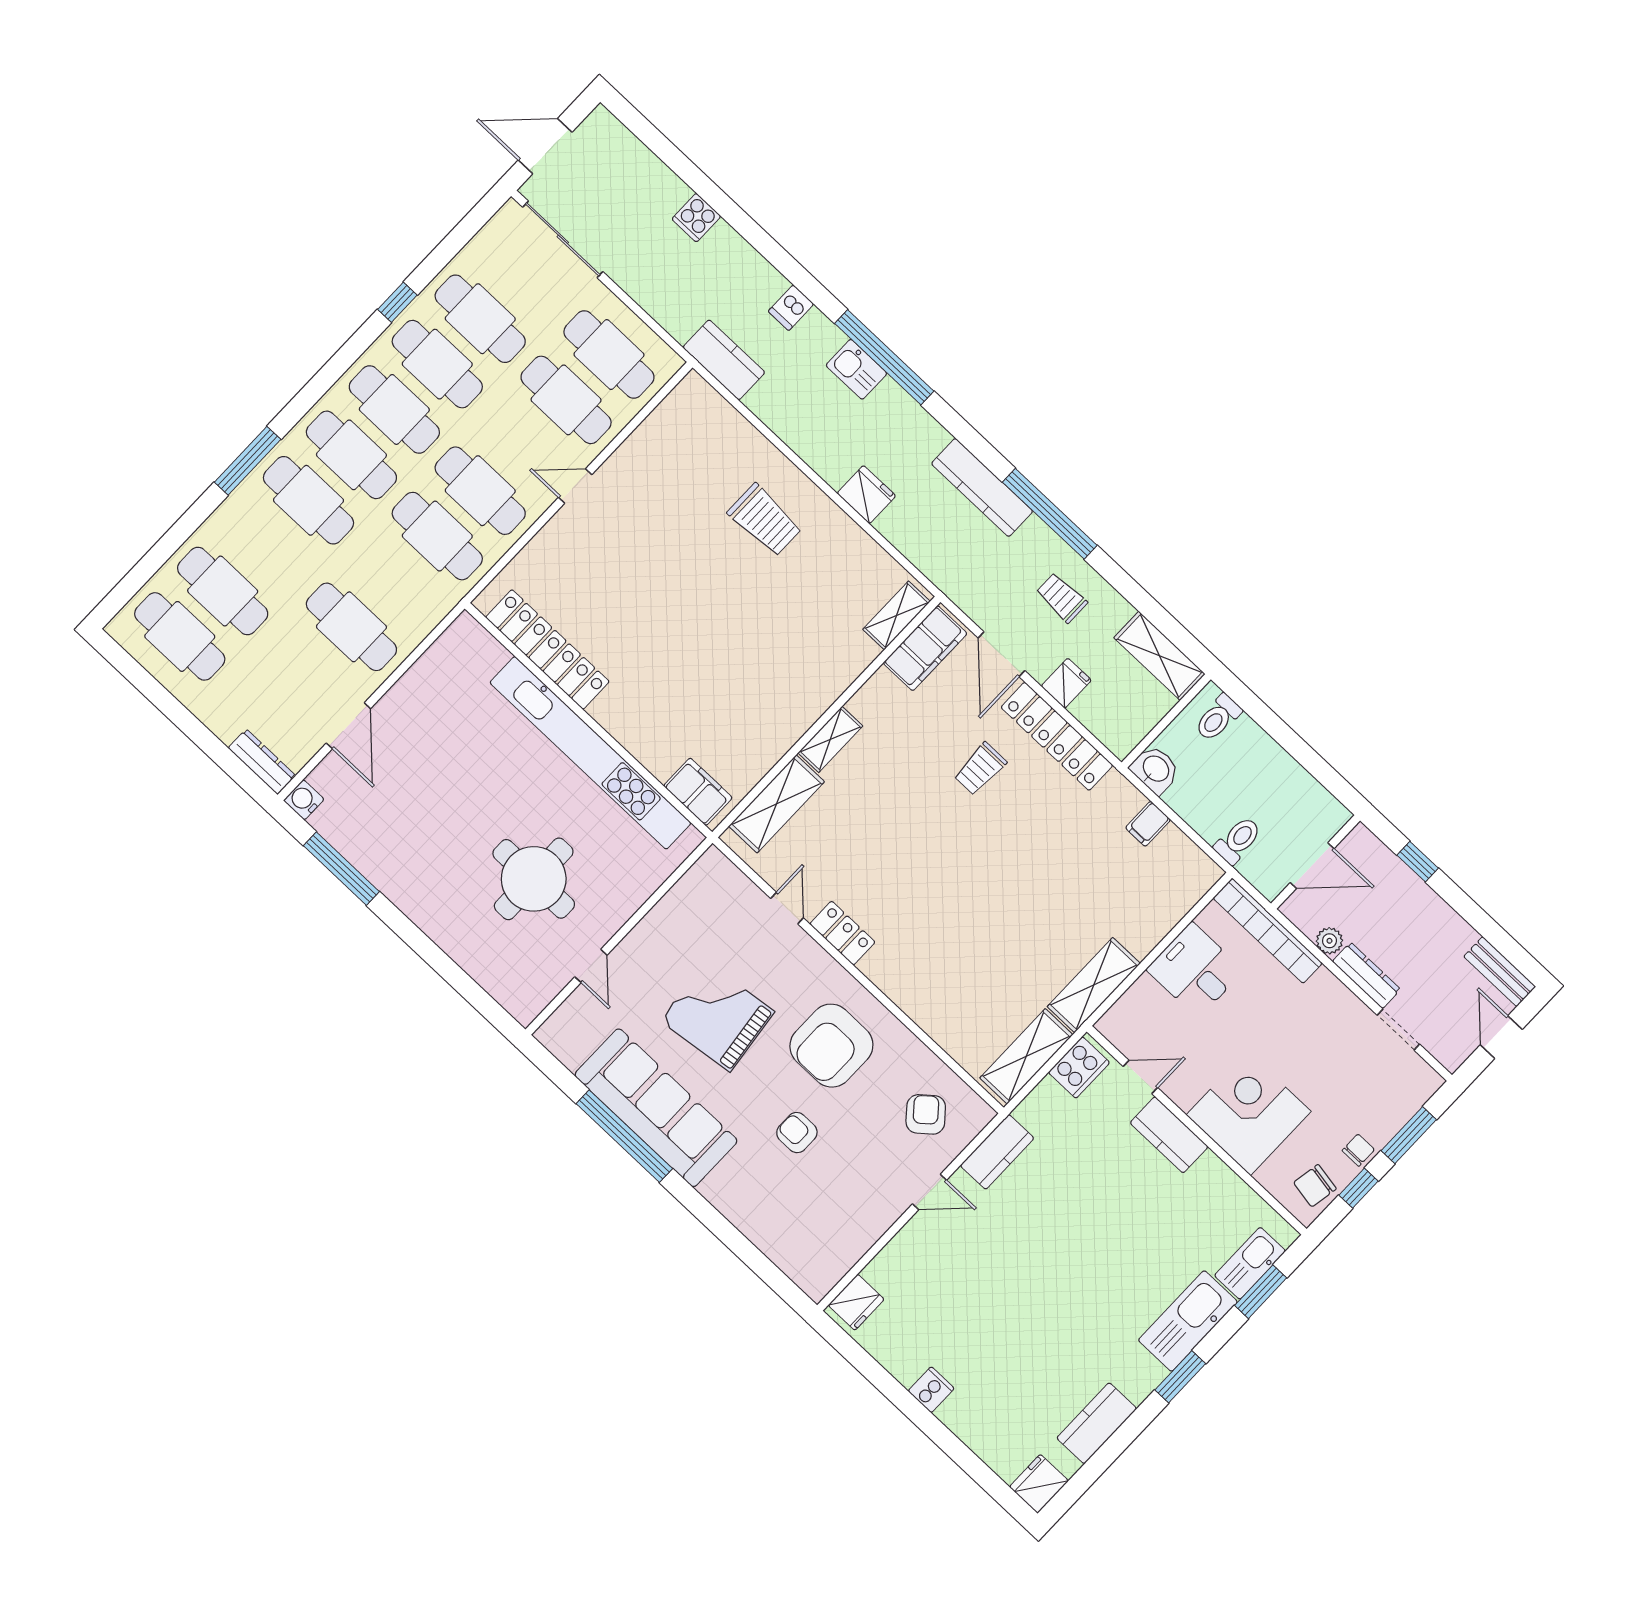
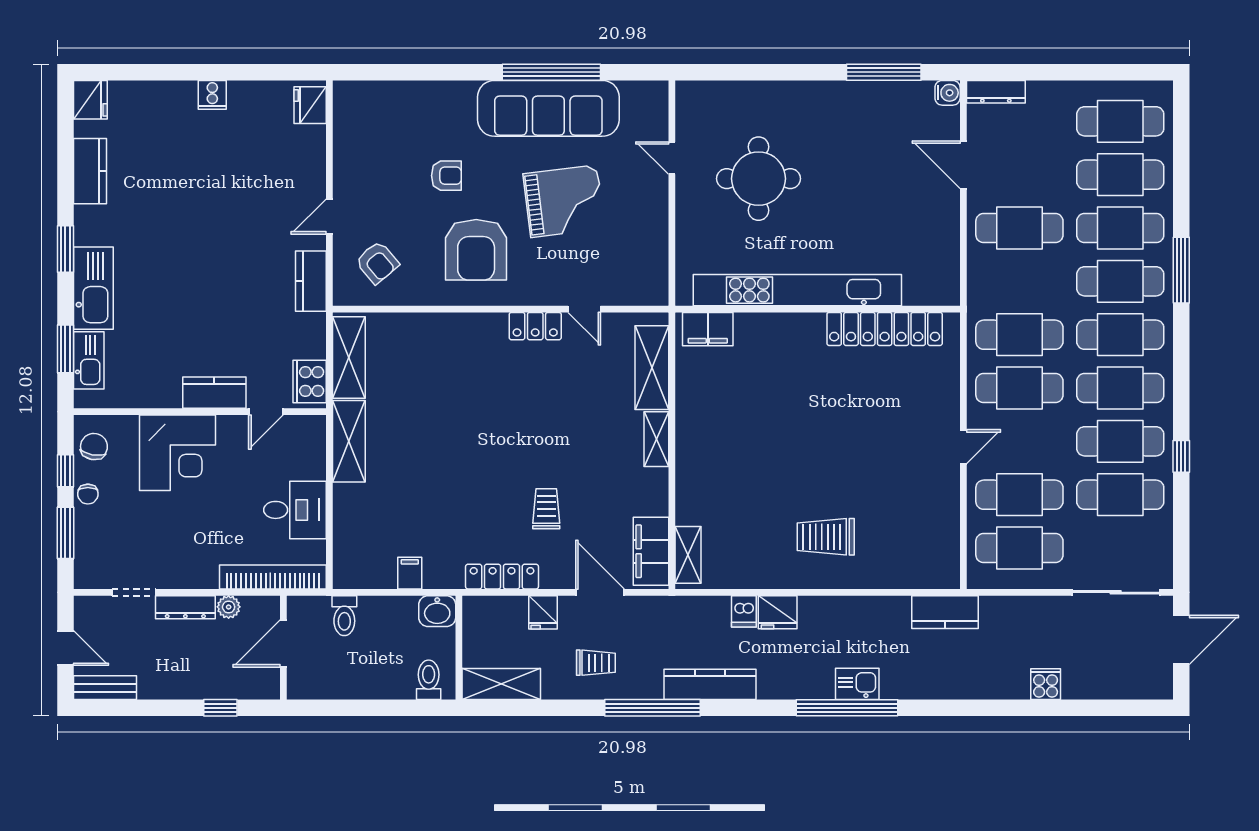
dishwasher: (791, 308) -> (744, 611), moved, turned 180
cafe table: (266, 546) -> (1120, 228), added
locker: (1057, 736) -> (502, 577), width x0.71, depth x0.83
armchair: (831, 1046) -> (476, 250), turned 180

